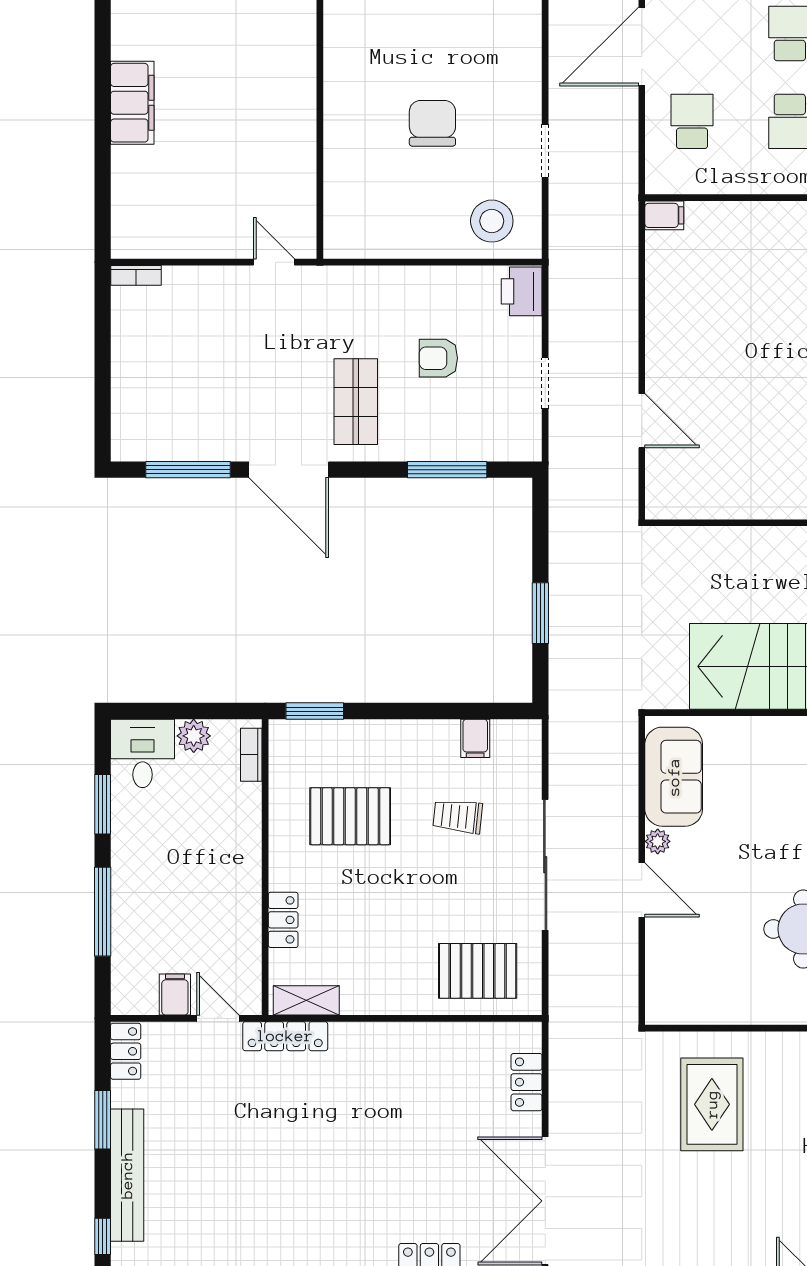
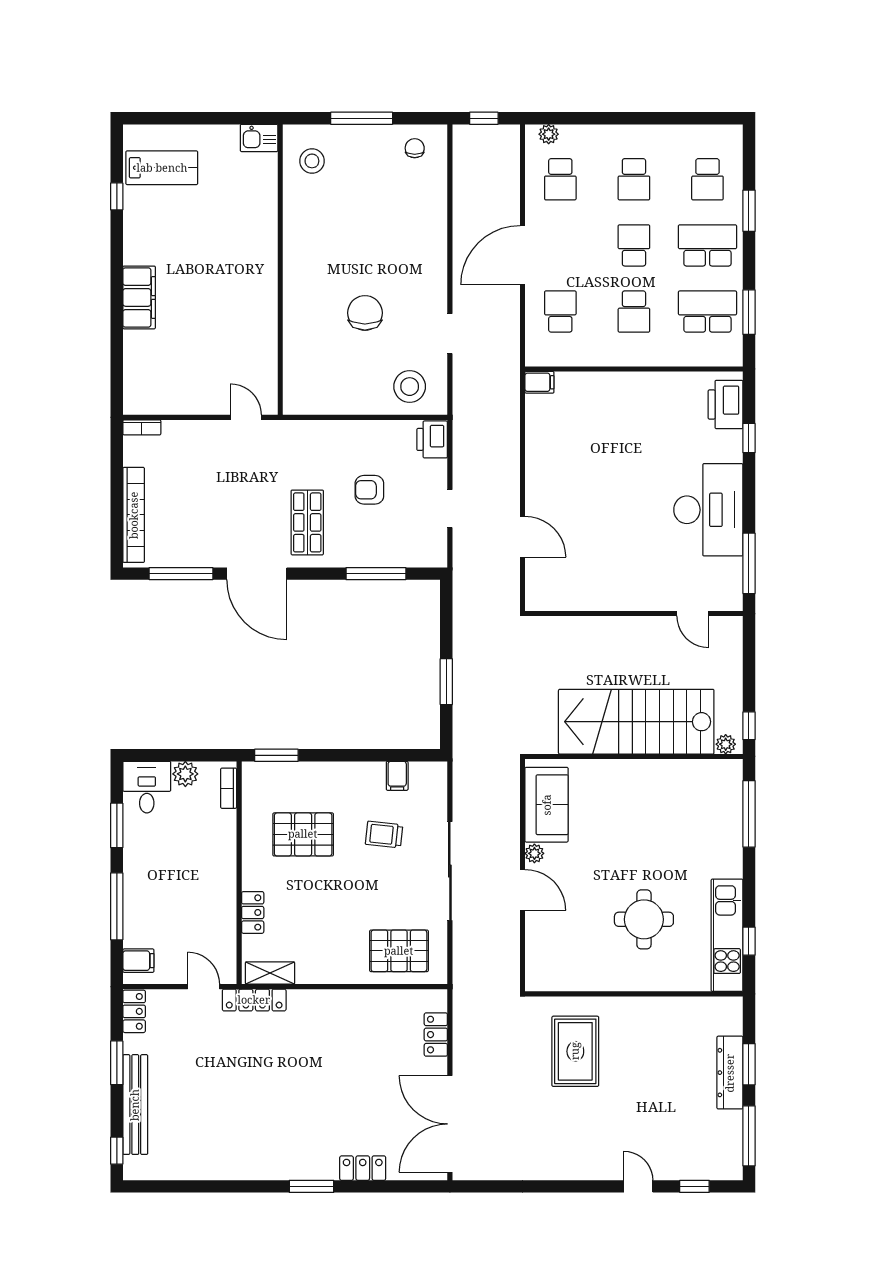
bookcase: (125, 392) -> (134, 515), added
filing cabinet: (175, 995) -> (138, 961), moved, turned 90

